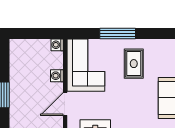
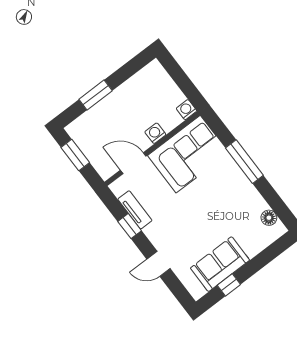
floor lamp: (165, 45) -> (269, 218), added
rug: (134, 64) -> (226, 201), removed

